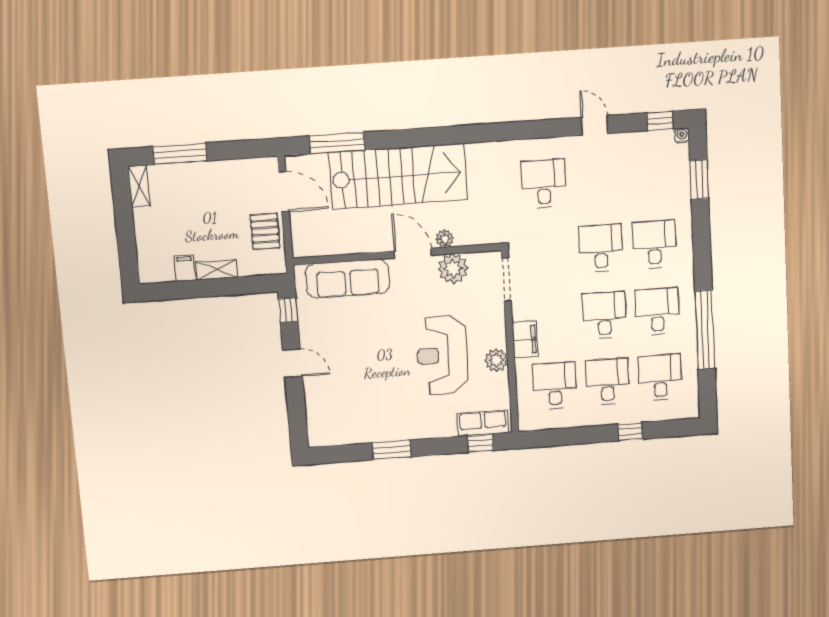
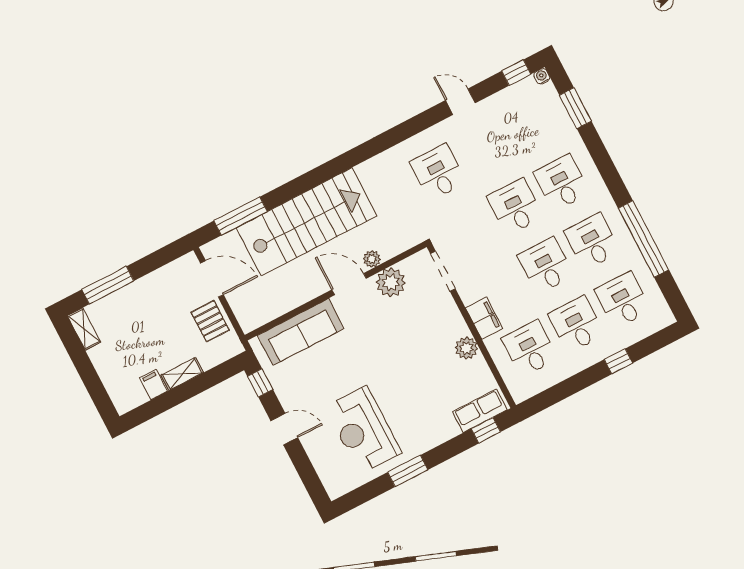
reception desk: (442, 355) -> (363, 430), moved

